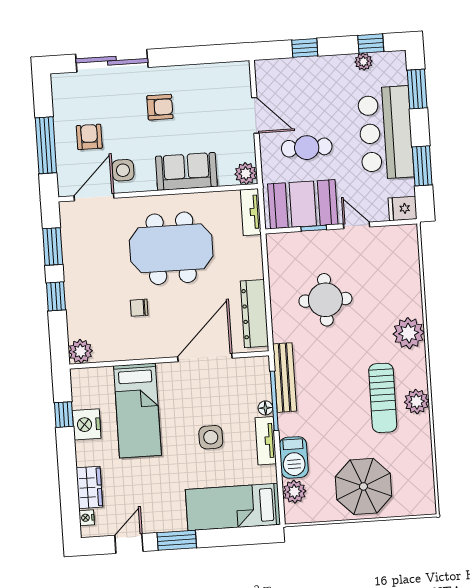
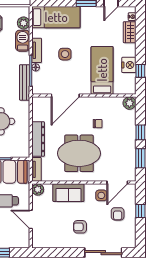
window: (46, 145) -> (140, 211), width x0.46
dresser: (254, 314) -> (38, 139), moved

